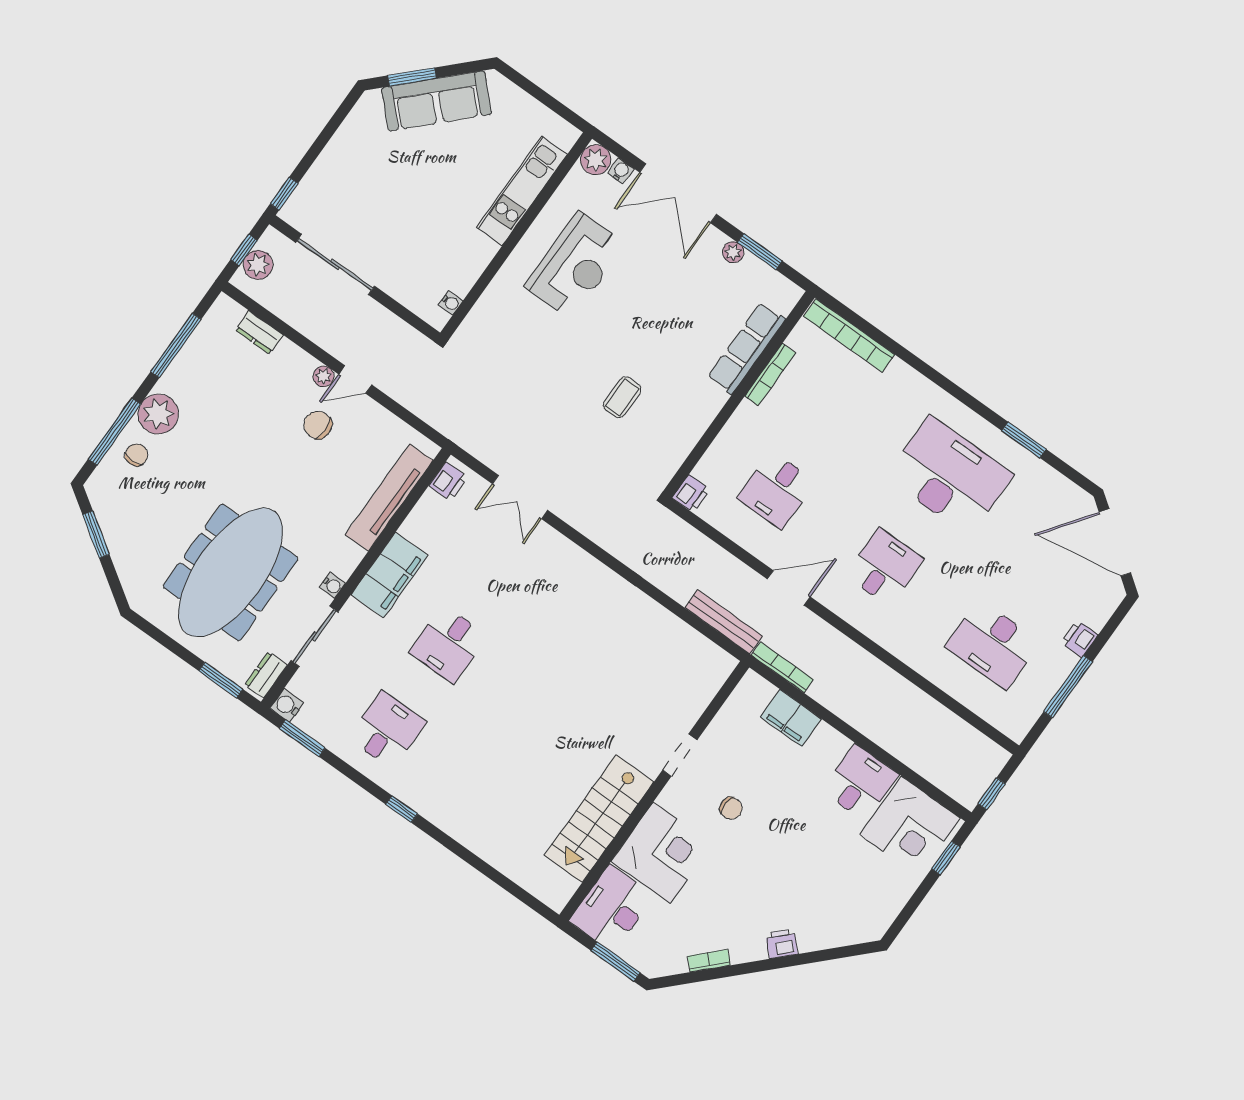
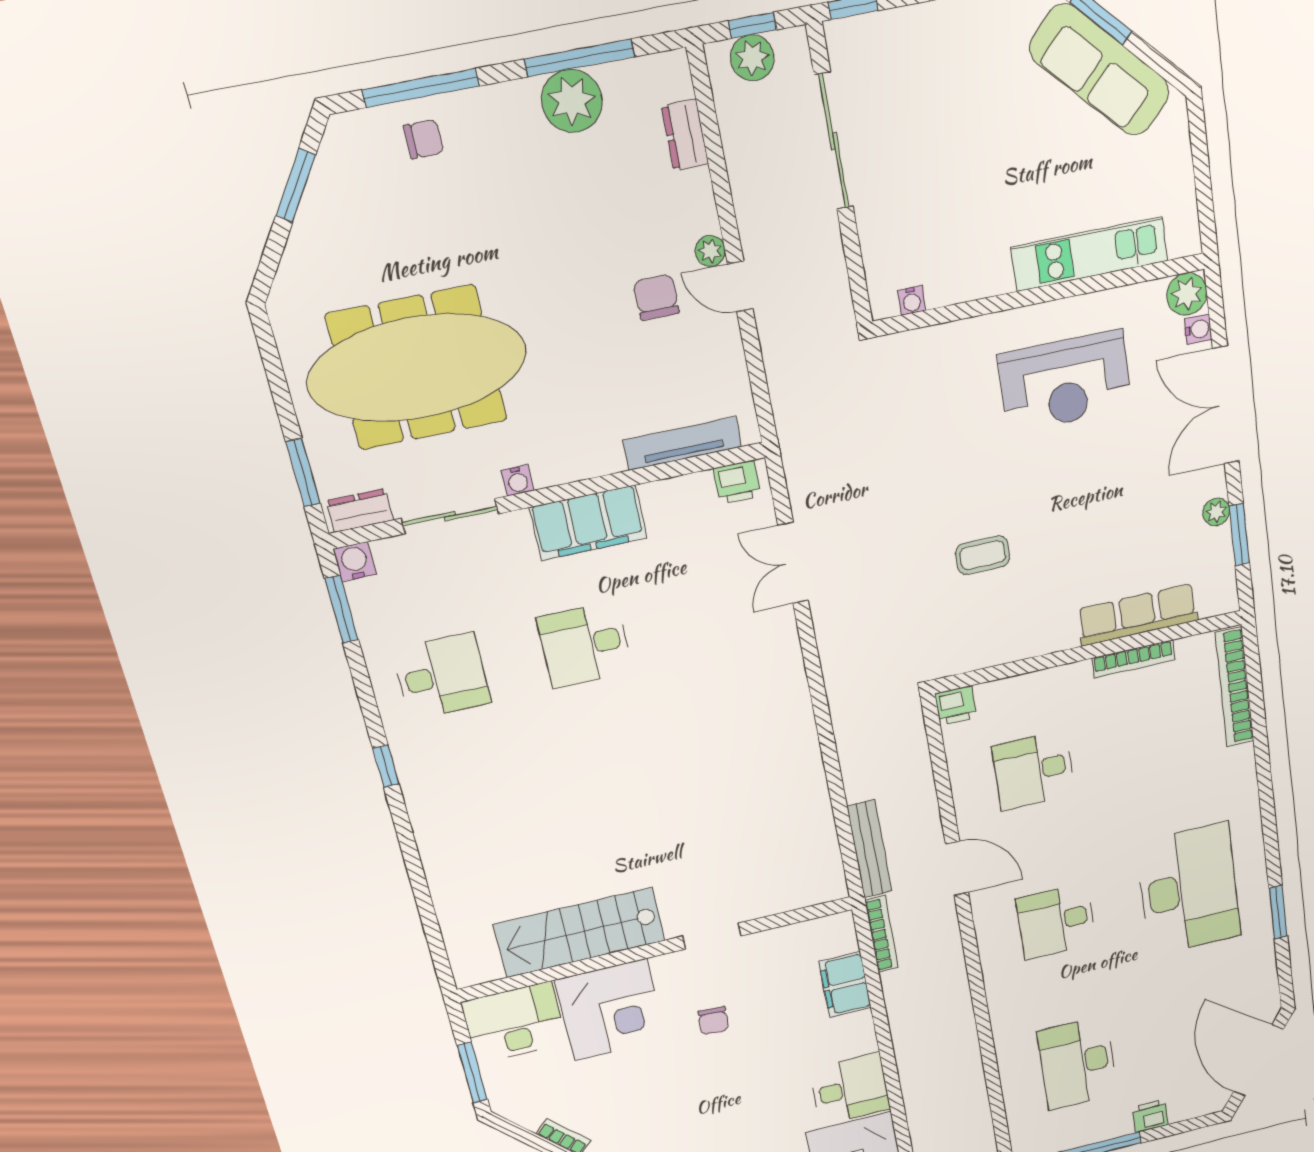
plant: (158, 414) -> (572, 101), moved
tv unit: (389, 498) -> (682, 443), width x0.73, depth x0.78
desk: (884, 567) -> (1056, 921), turned 180

